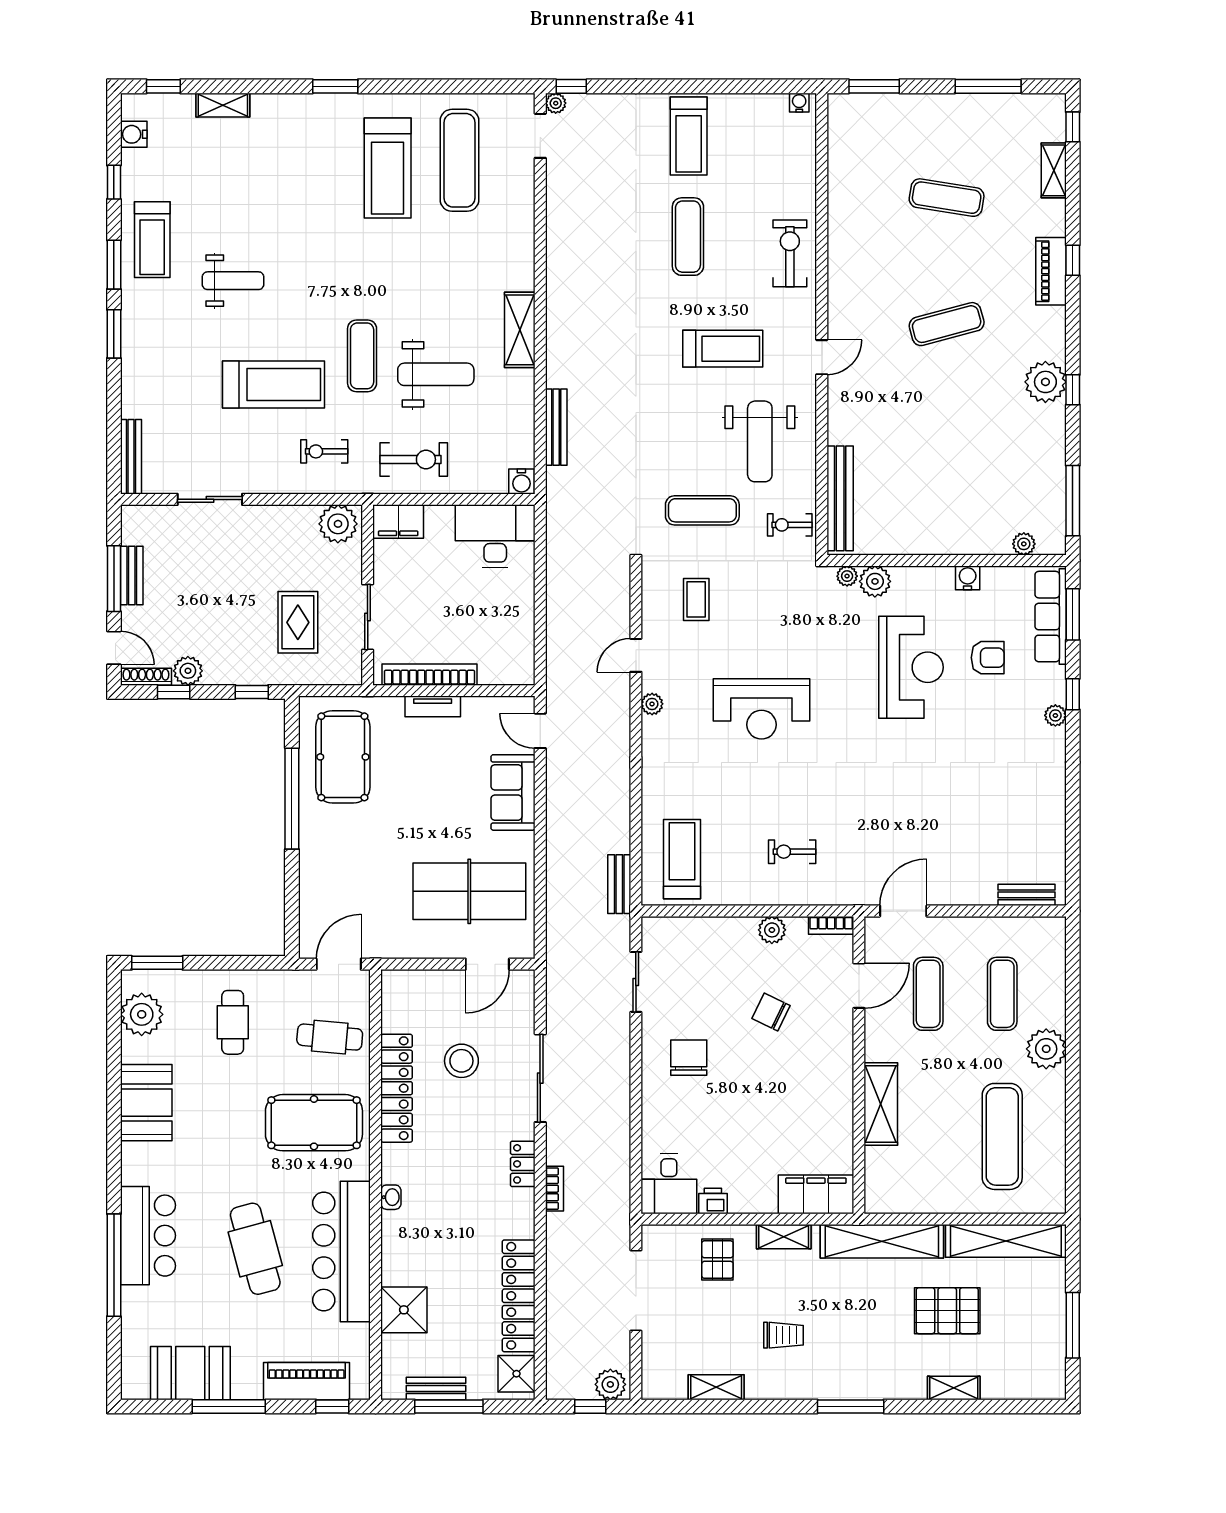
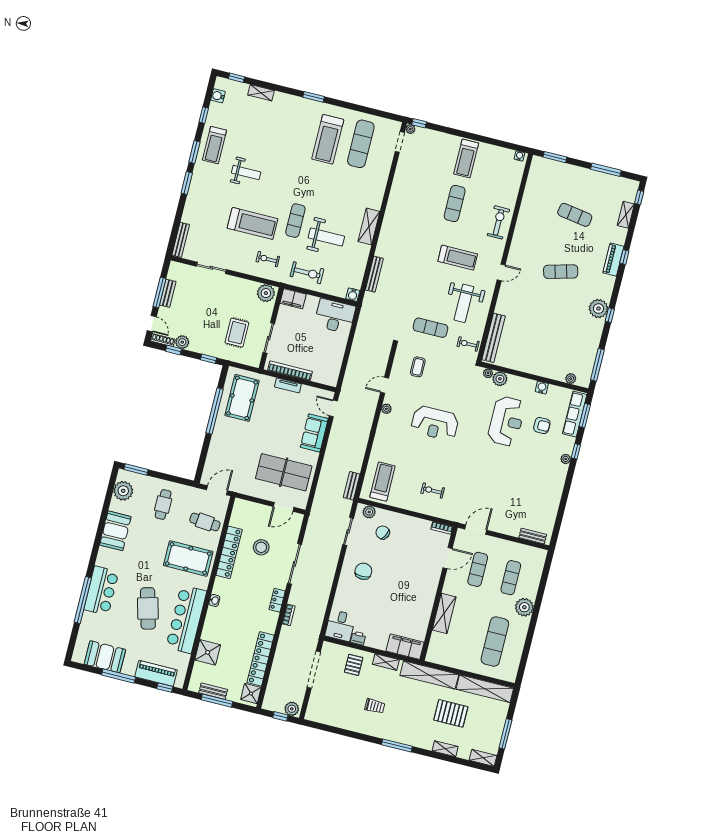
plant: (772, 930) -> (369, 512), moved
chair: (771, 1012) -> (383, 532), moved
shelving: (716, 1387) -> (483, 758), moved

